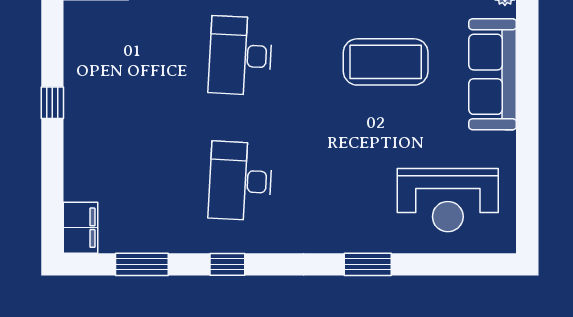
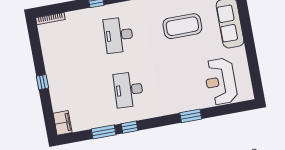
window: (52, 103) -> (42, 82), moved
reception desk: (448, 200) -> (221, 81), turned 90
window: (142, 264) -> (104, 132), moved

